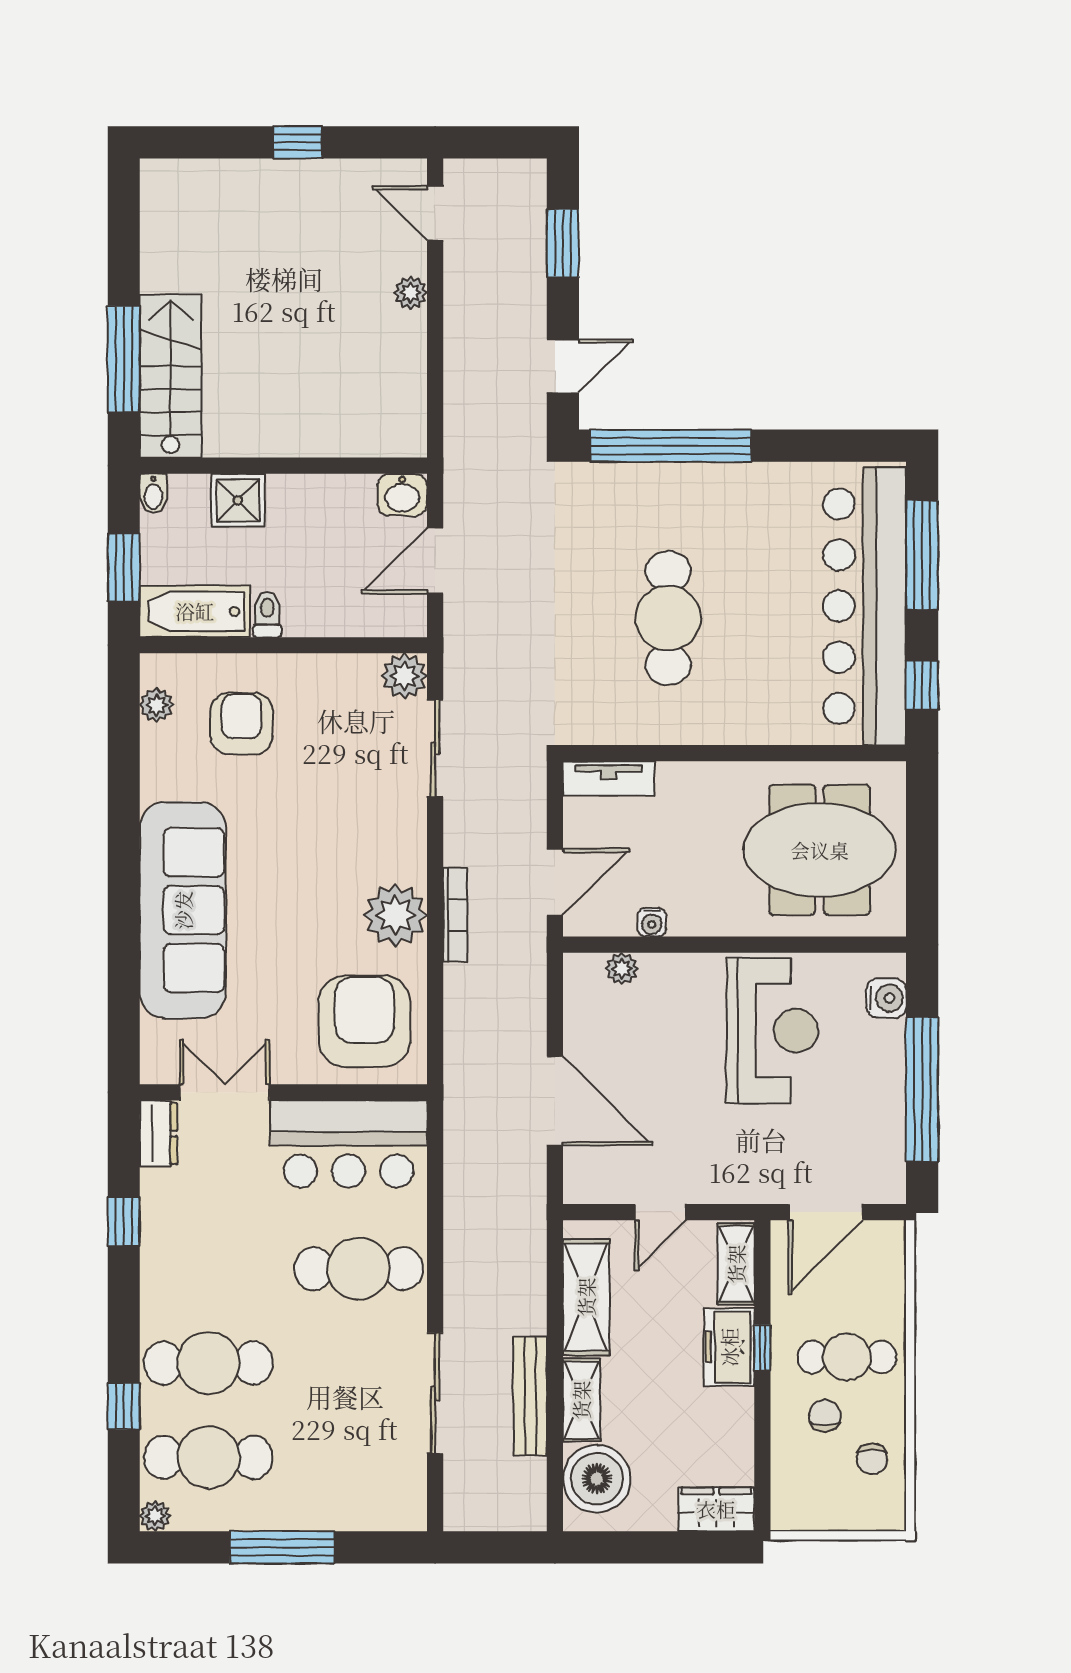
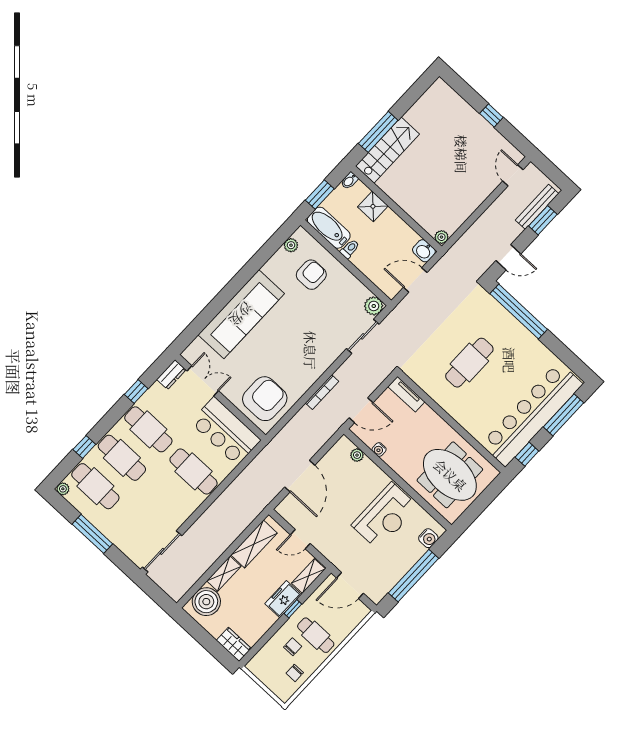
plant: (411, 293) -> (441, 237), moved
plant: (395, 915) -> (304, 375), removed
cafe table: (208, 1269) -> (148, 429), added
sliding door: (435, 1393) -> (162, 551), moved
bench: (530, 1396) -> (537, 207), moved

